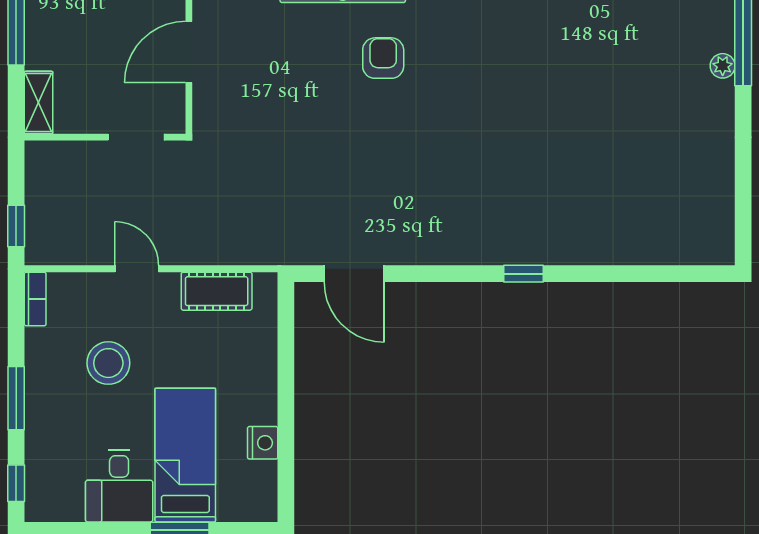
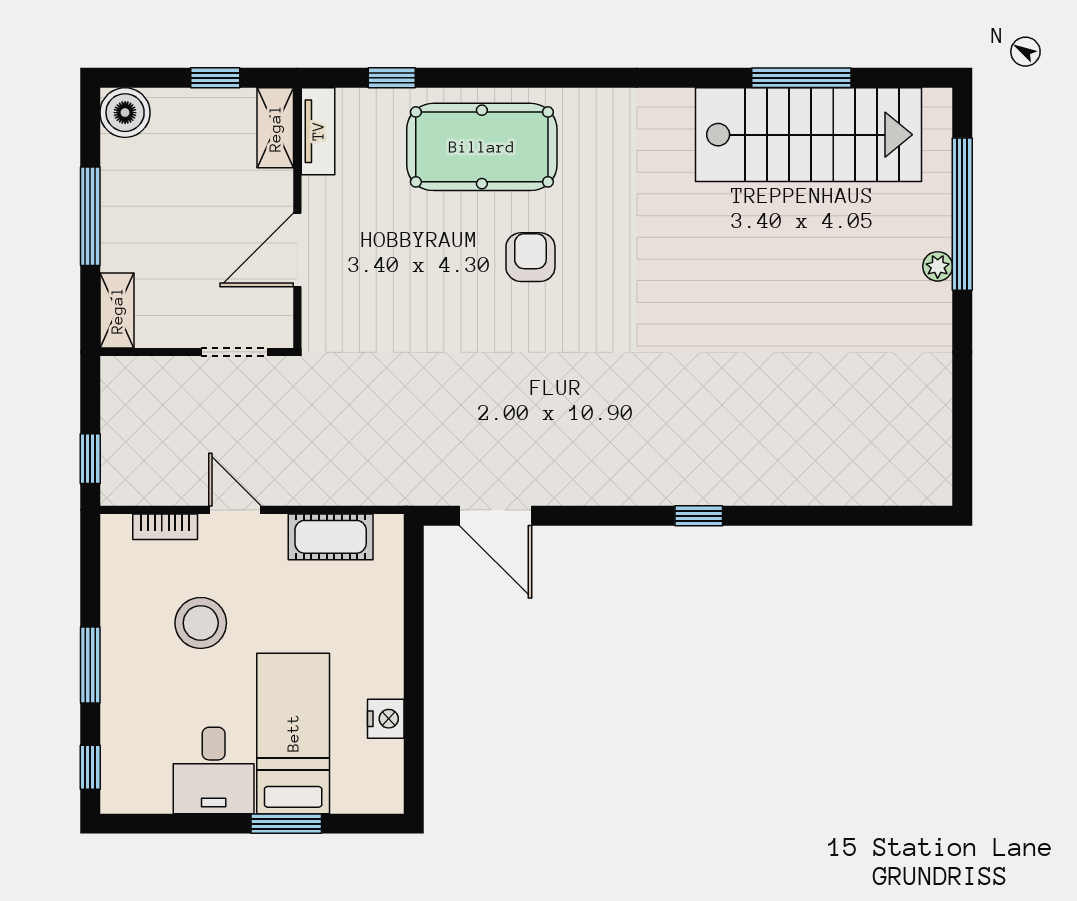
bookcase: (35, 299) -> (165, 527), moved, turned 90

